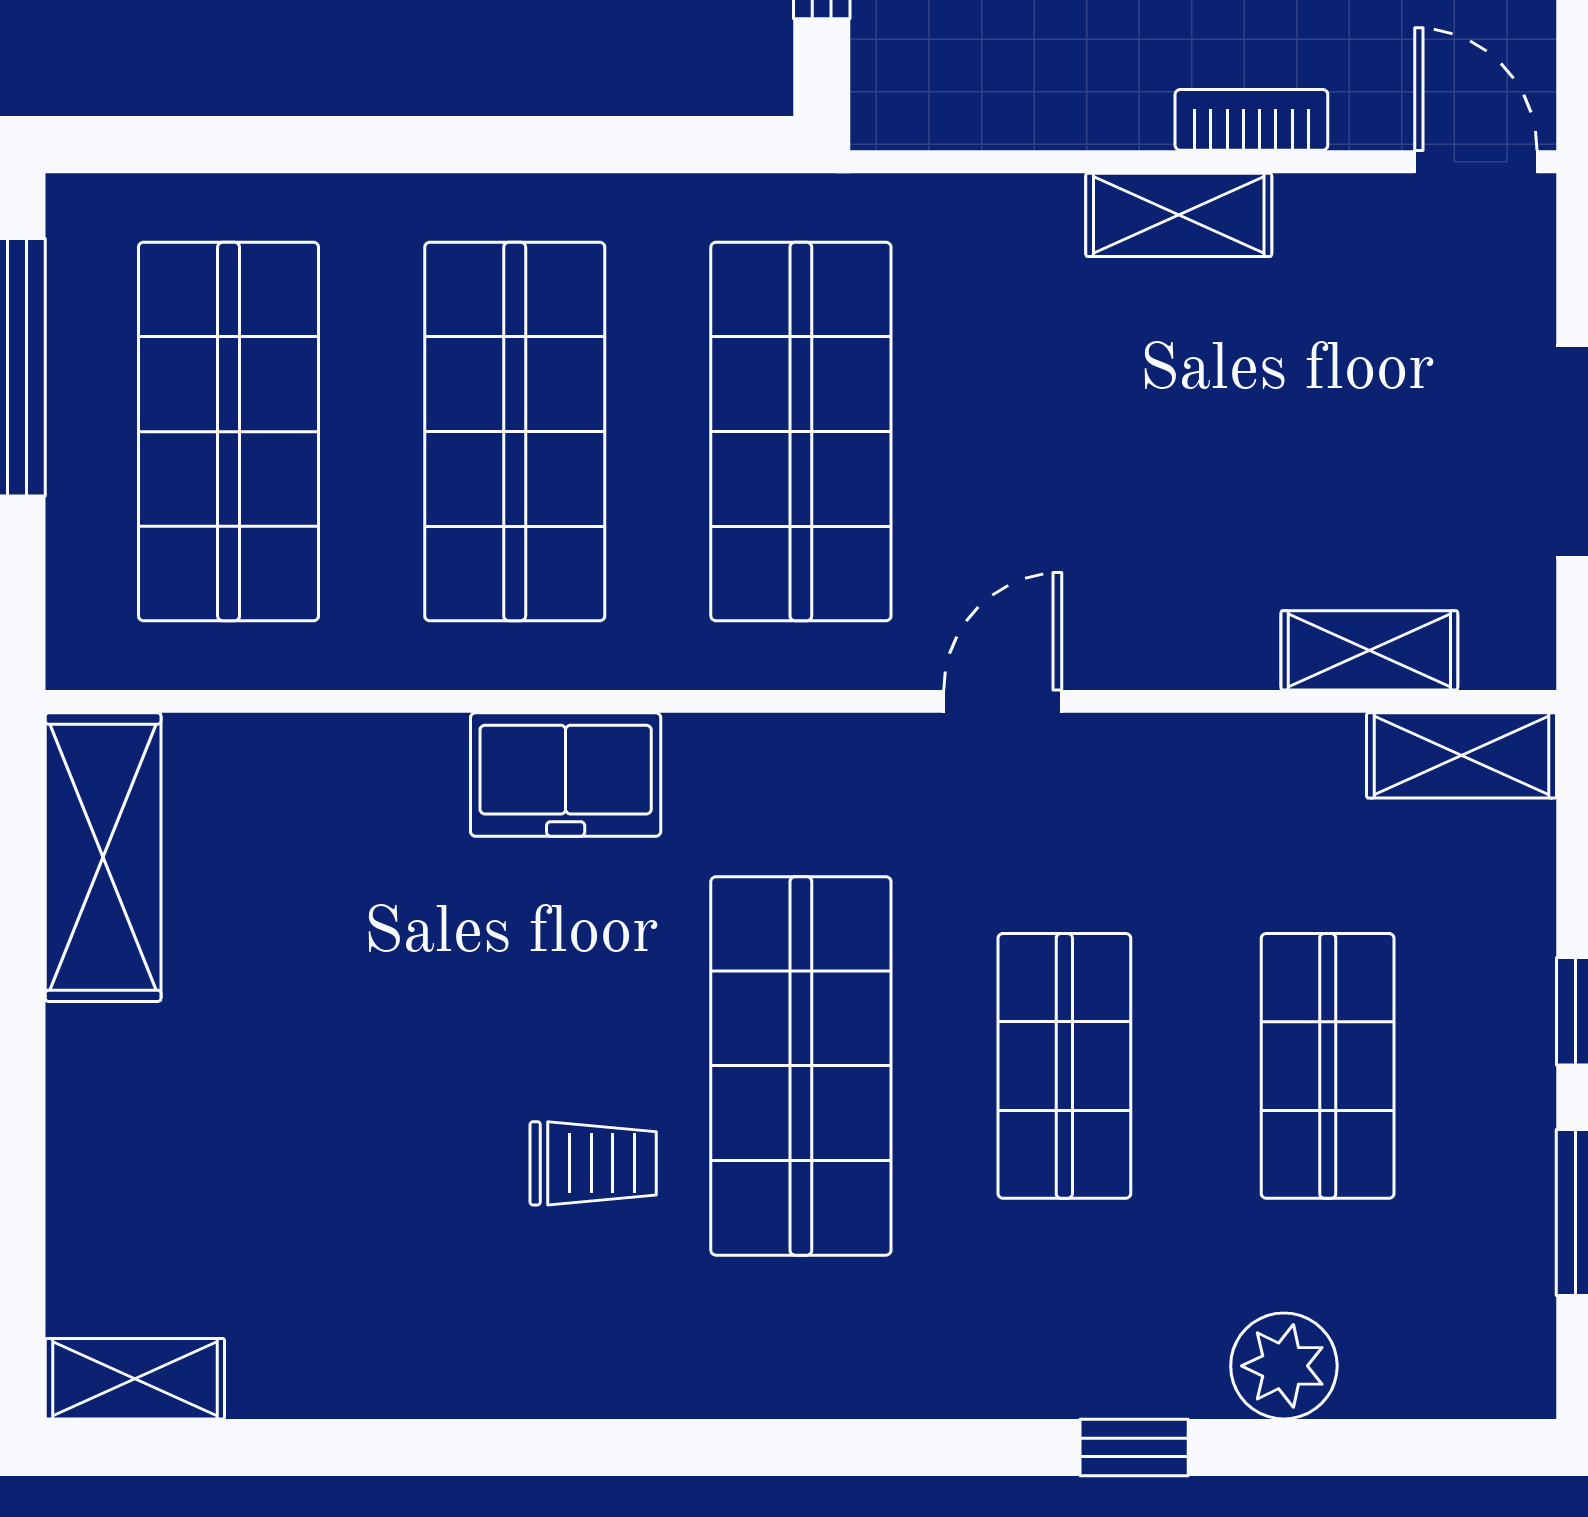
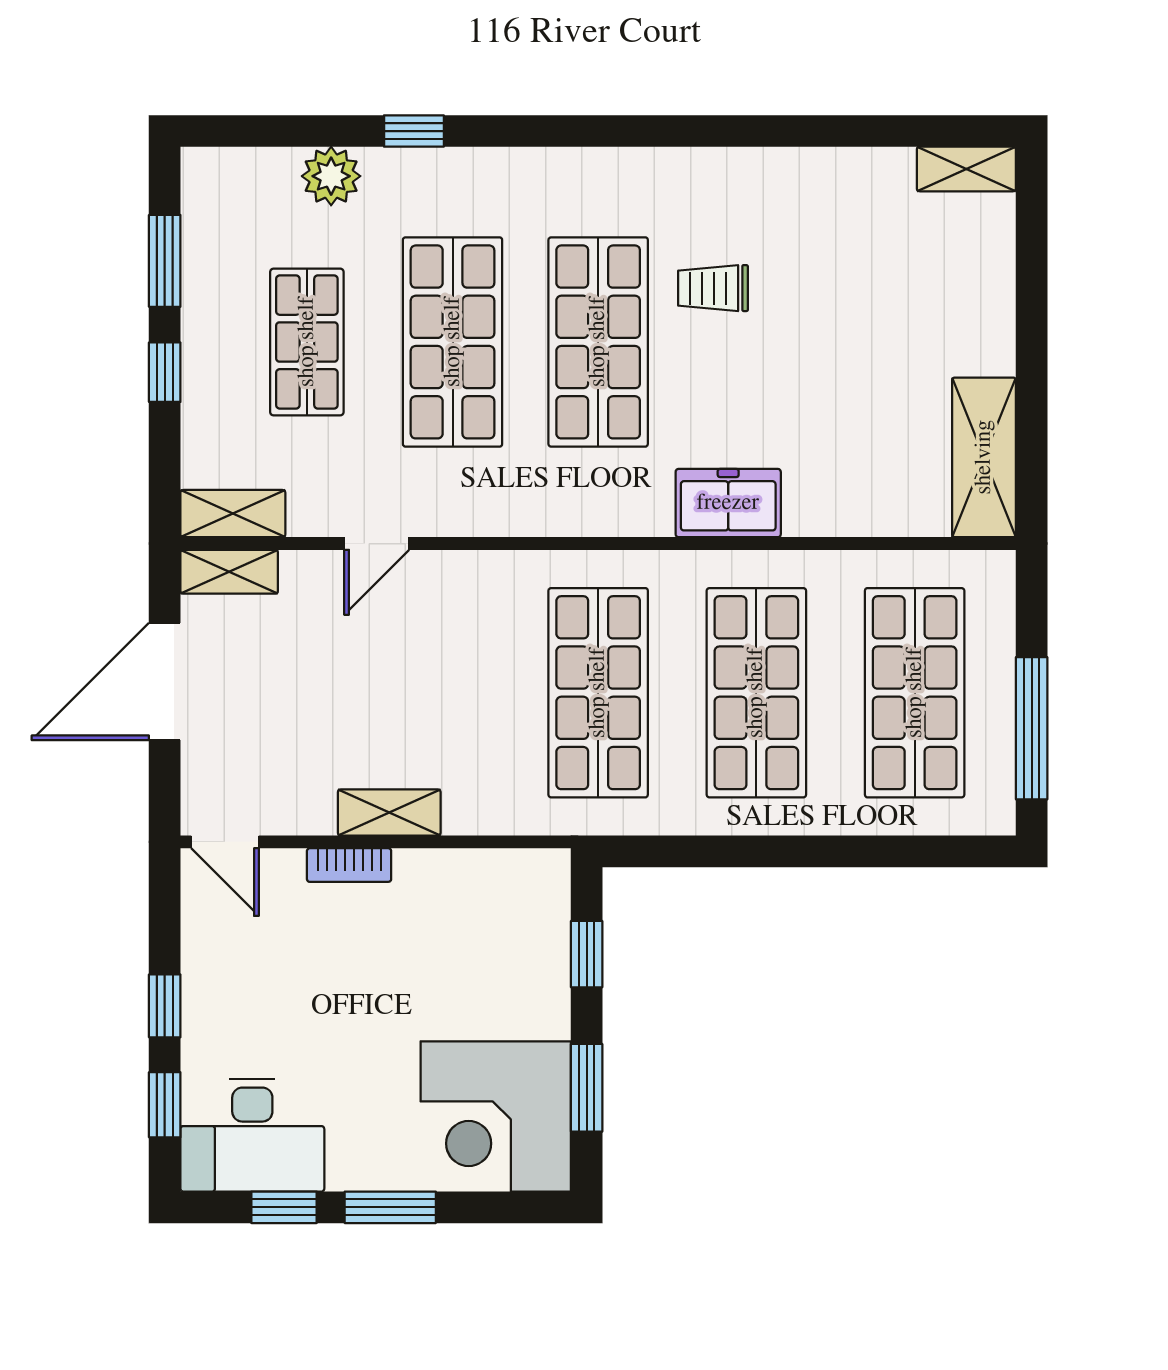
shelving: (1369, 650) -> (229, 572), moved
door: (1003, 701) -> (377, 544), moved
shop shelf: (1064, 1066) -> (453, 342), width x1.43, depth x1.36

